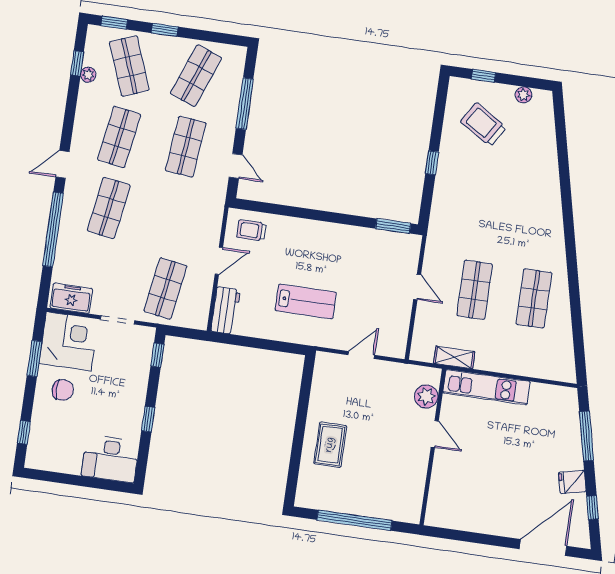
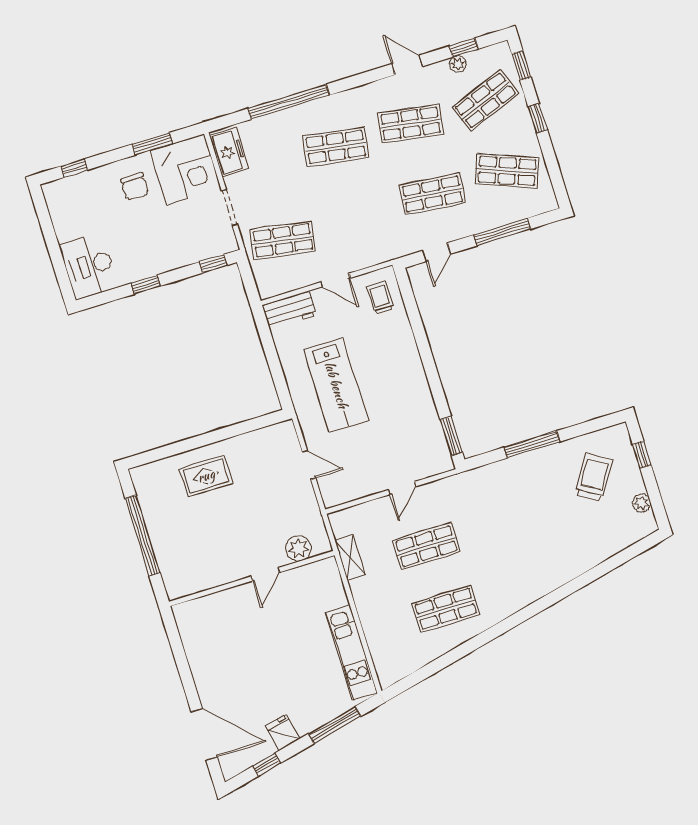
window: (432, 163) -> (532, 444), width x2.17
door: (62, 164) -> (407, 65), moved
lab bench: (306, 301) -> (336, 385), width x1.36, depth x1.39
kitchen unit: (486, 387) -> (351, 653), moved

